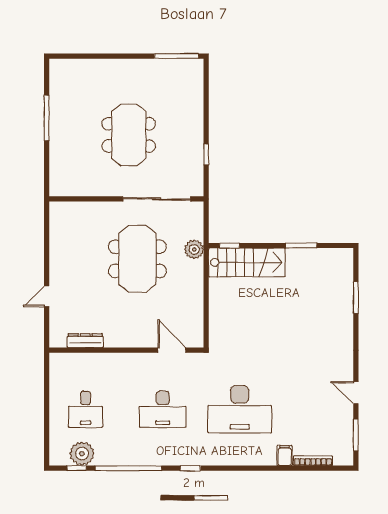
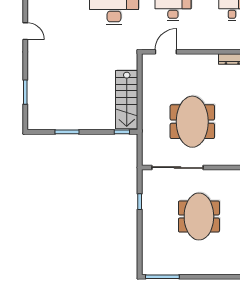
plant: (194, 249) -> (149, 129), removed
stairs: (247, 262) -> (127, 100), moved, turned -90
door: (172, 350) -> (166, 52), swing flipped
door: (356, 393) -> (25, 31), moved

